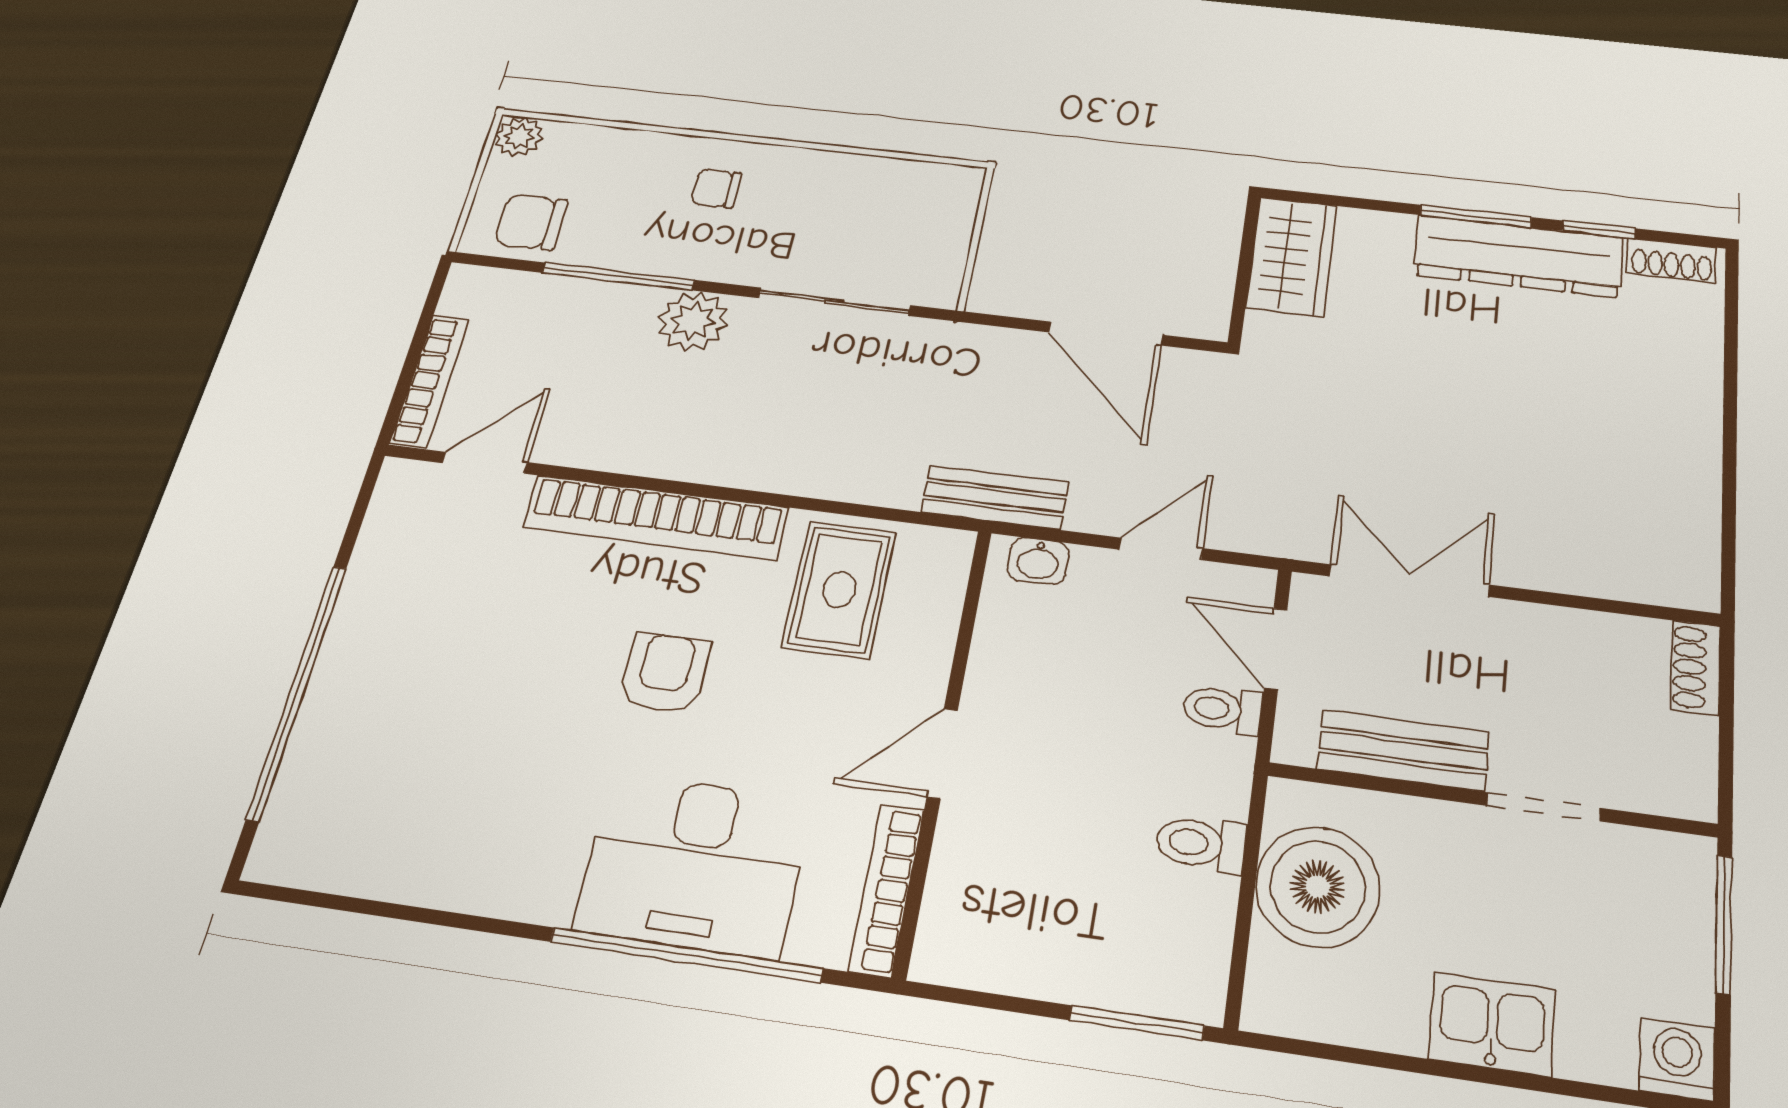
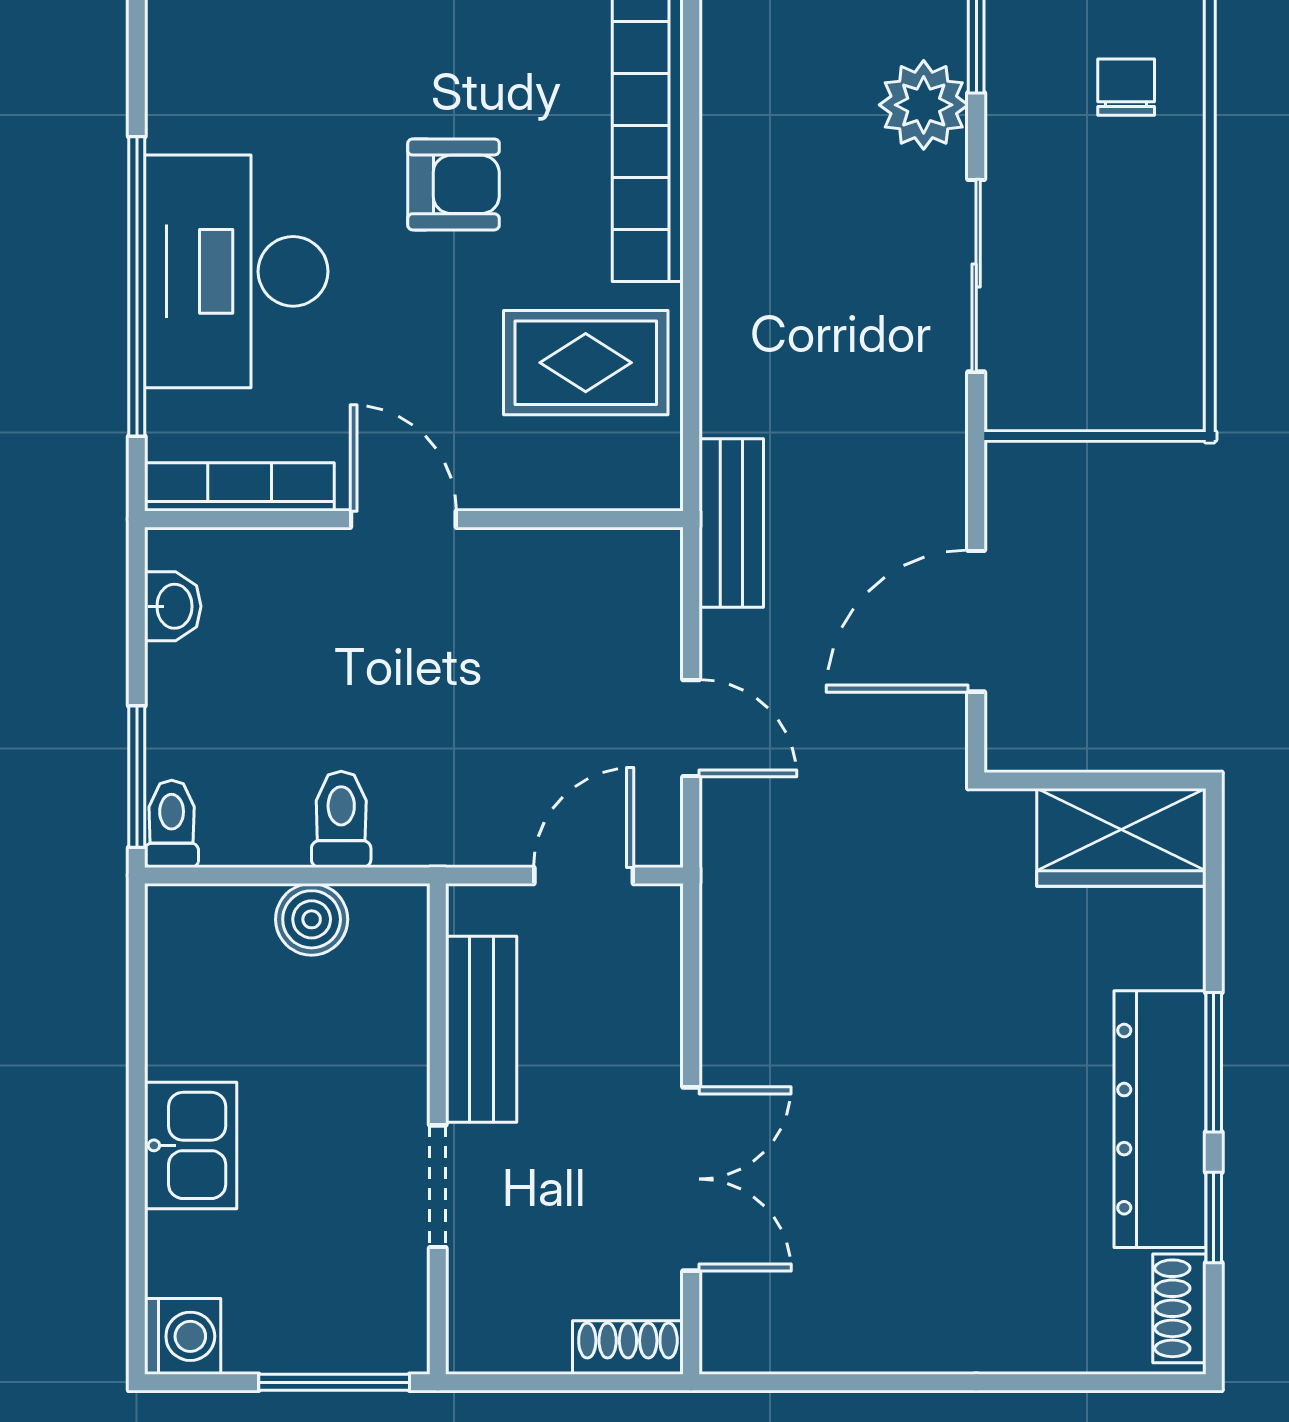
washbasin: (1038, 561) -> (173, 606), moved, turned 180
double door: (1409, 580) -> (691, 1179), moved
toilet: (1222, 709) -> (172, 824), moved
boiler: (1318, 887) -> (312, 919), width x0.54, depth x0.54

